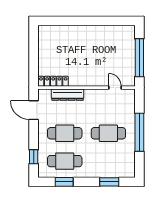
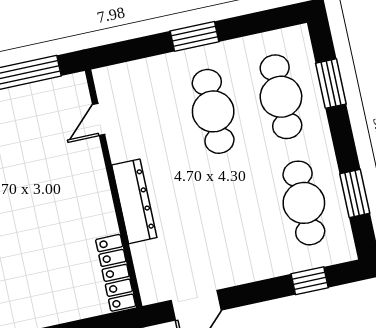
dresser: (68, 95) -> (134, 201), moved
window: (139, 132) -> (195, 36), width x0.47
cafe table: (65, 133) -> (281, 97), moved

